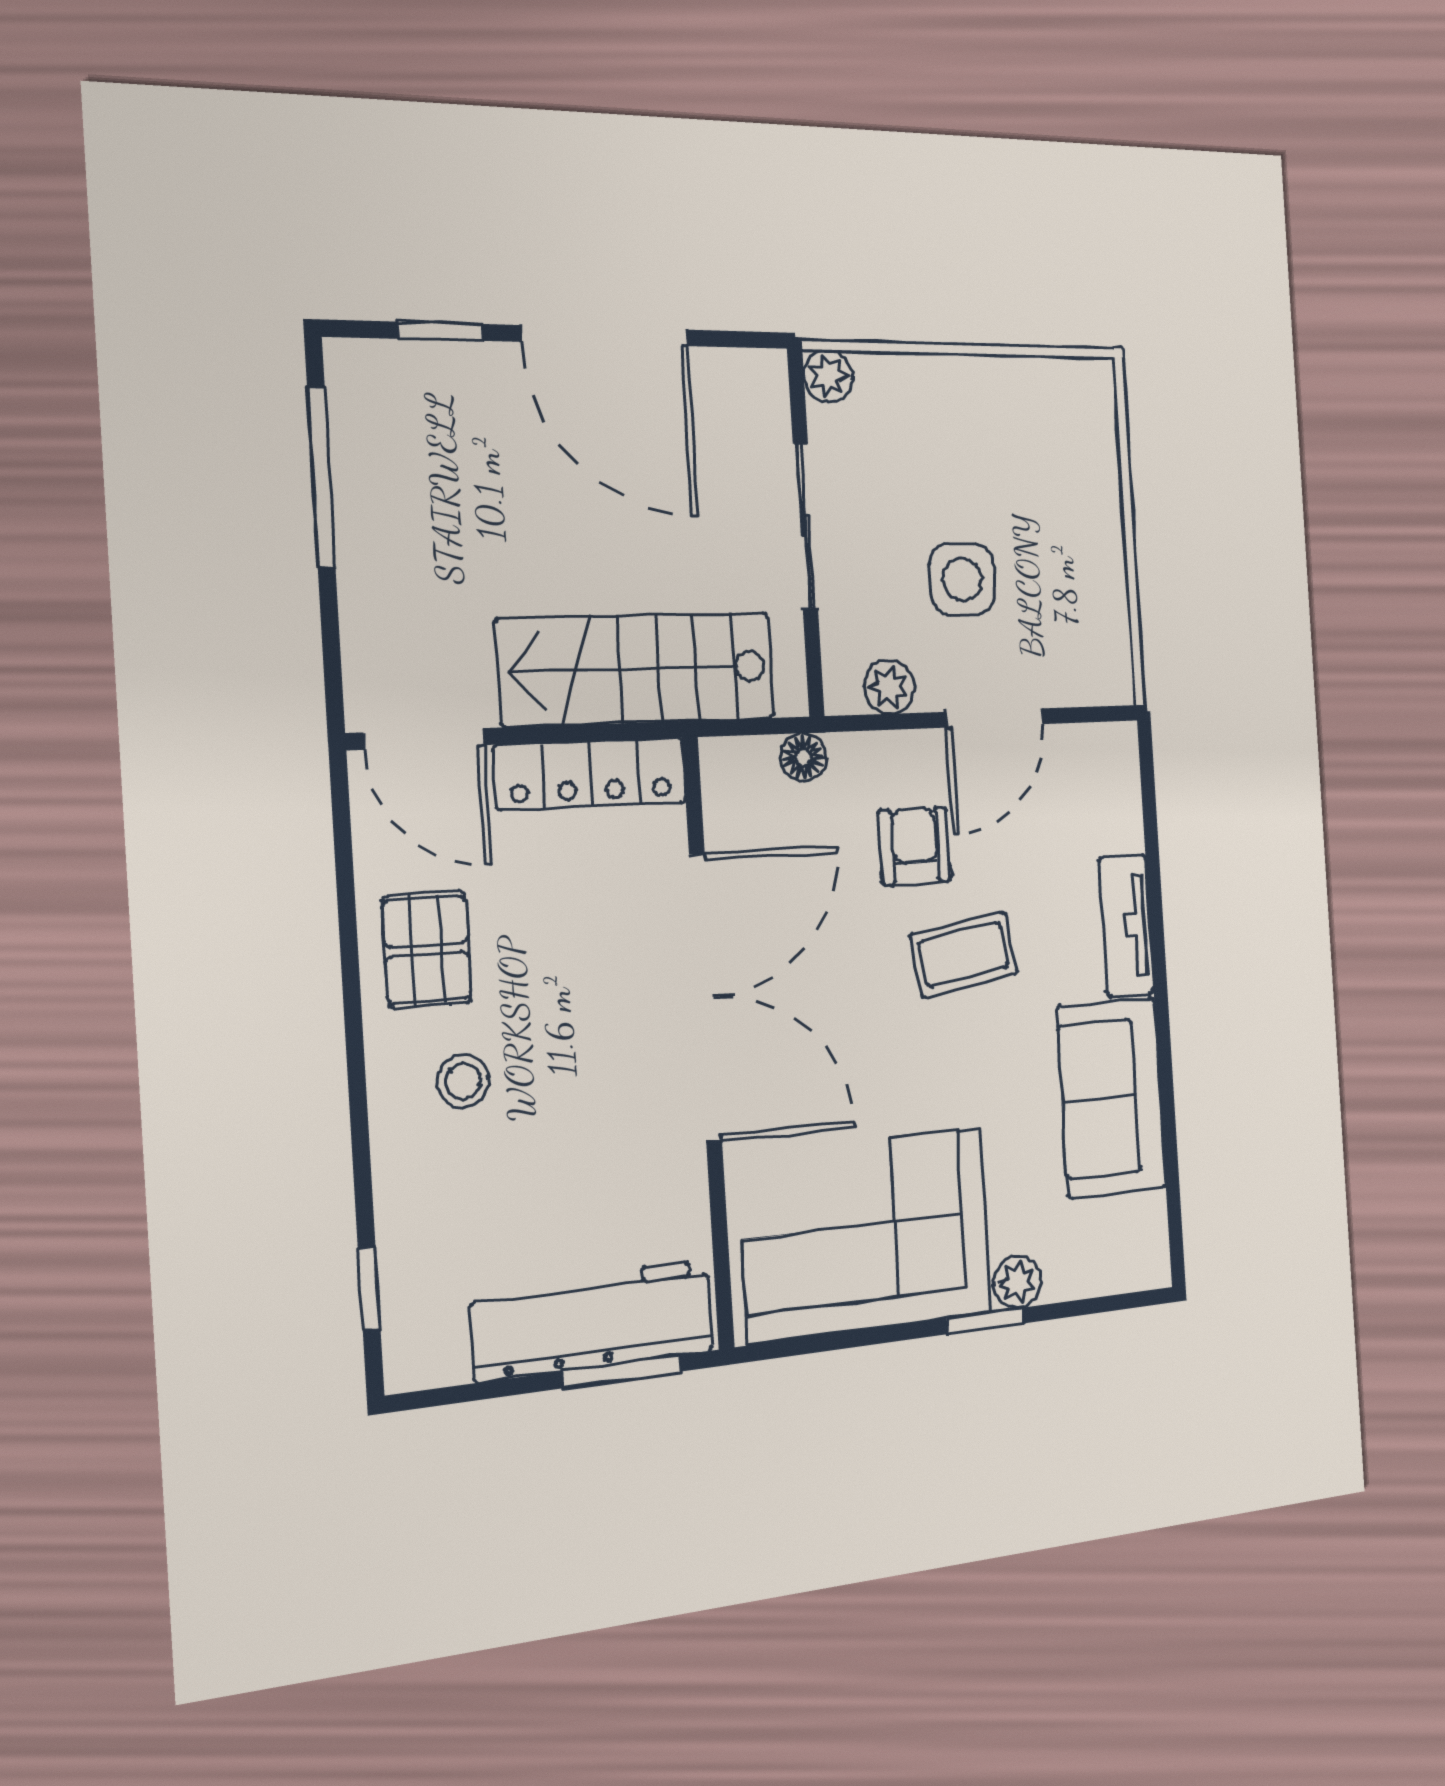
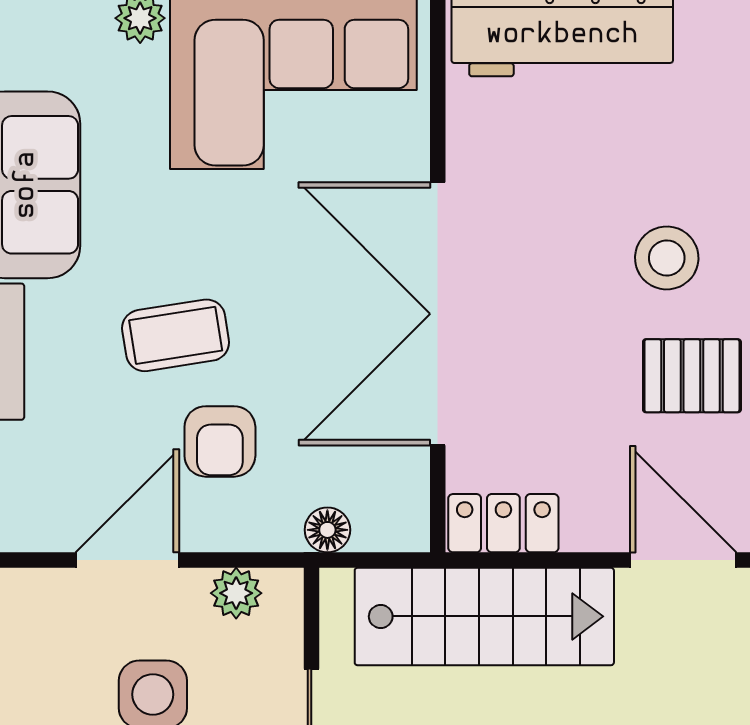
locker: (590, 774) -> (503, 523), width x0.66
pallet: (427, 949) -> (692, 376), turned 90
stool: (463, 1081) -> (667, 258), width x1.37, depth x1.37

